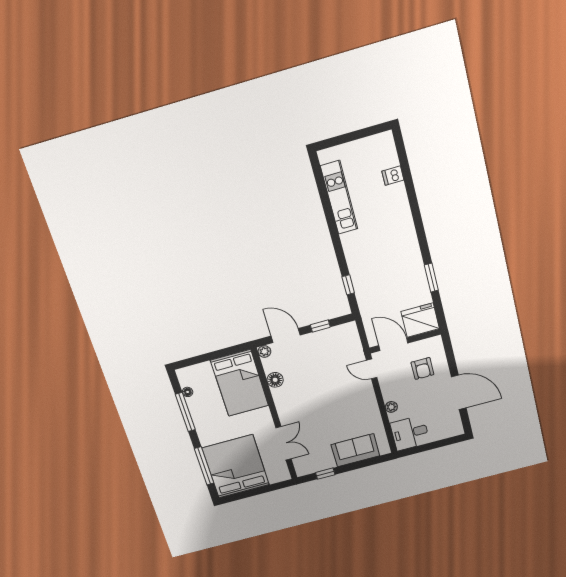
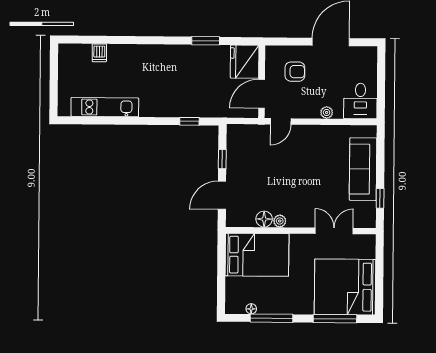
plant: (264, 351) -> (280, 221), moved
sofa: (355, 450) -> (363, 169), width x1.36

